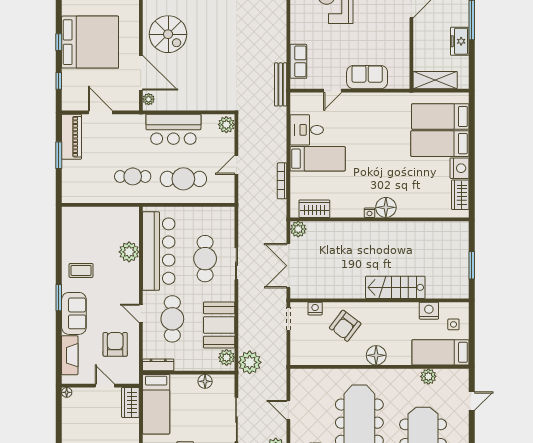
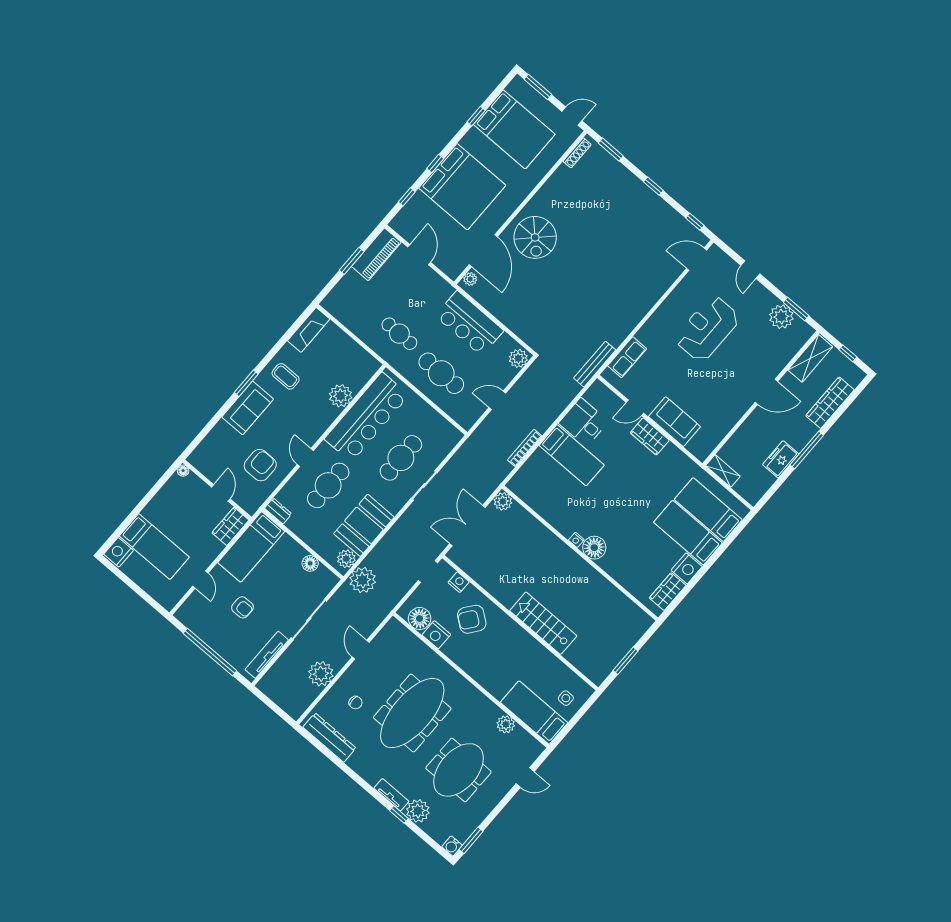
shelving: (435, 80) -> (723, 471), width x0.67, depth x0.75
wardrobe: (314, 209) -> (650, 436), moved, turned 180
nightstand: (429, 311) -> (436, 635), moved, turned 180
fireplace: (70, 355) -> (309, 330), moved
floor lamp: (376, 355) -> (420, 619), moved
dresser: (158, 365) -> (278, 511), width x0.70

